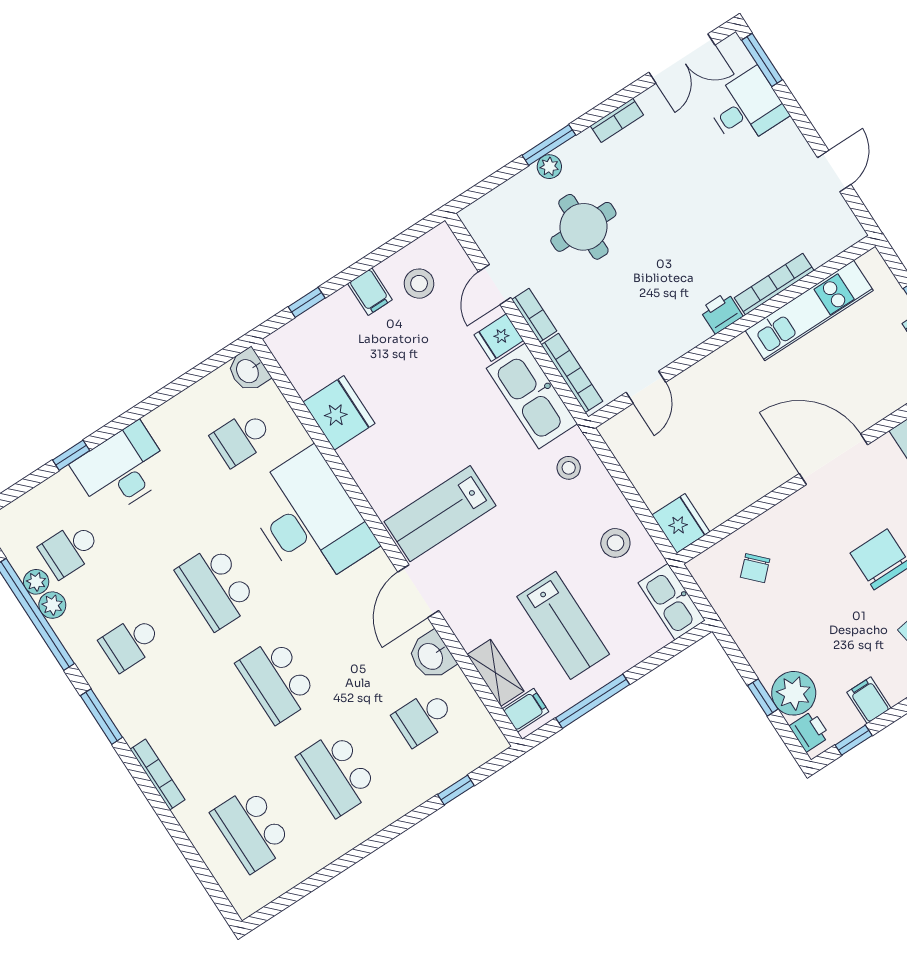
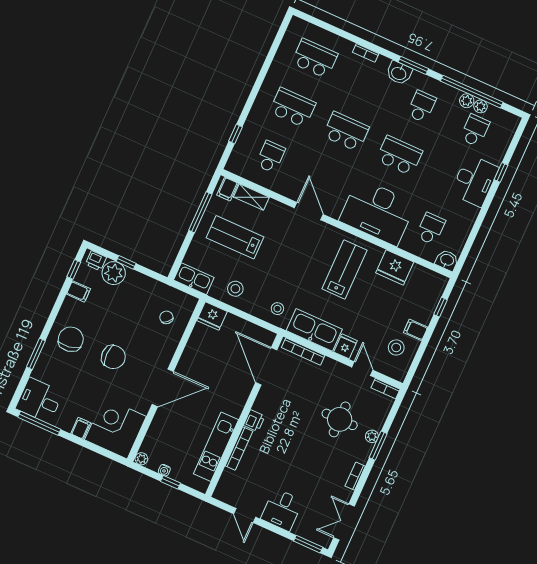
desk: (746, 108) -> (282, 510), moved
bookcase: (534, 315) -> (386, 388), moved
door: (646, 387) -> (266, 366), width x1.87
lab bench: (440, 514) -> (344, 270), moved
washbasin: (431, 656) -> (399, 73), moved, turned 180
bookcase: (157, 774) -> (366, 53), width x0.64

